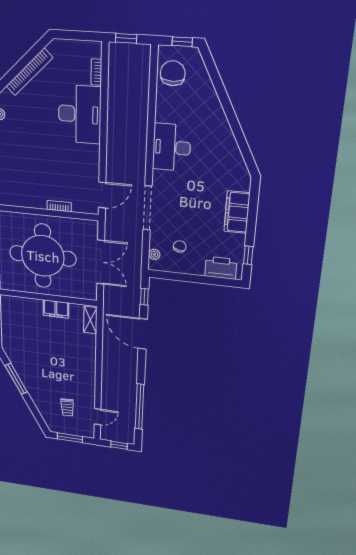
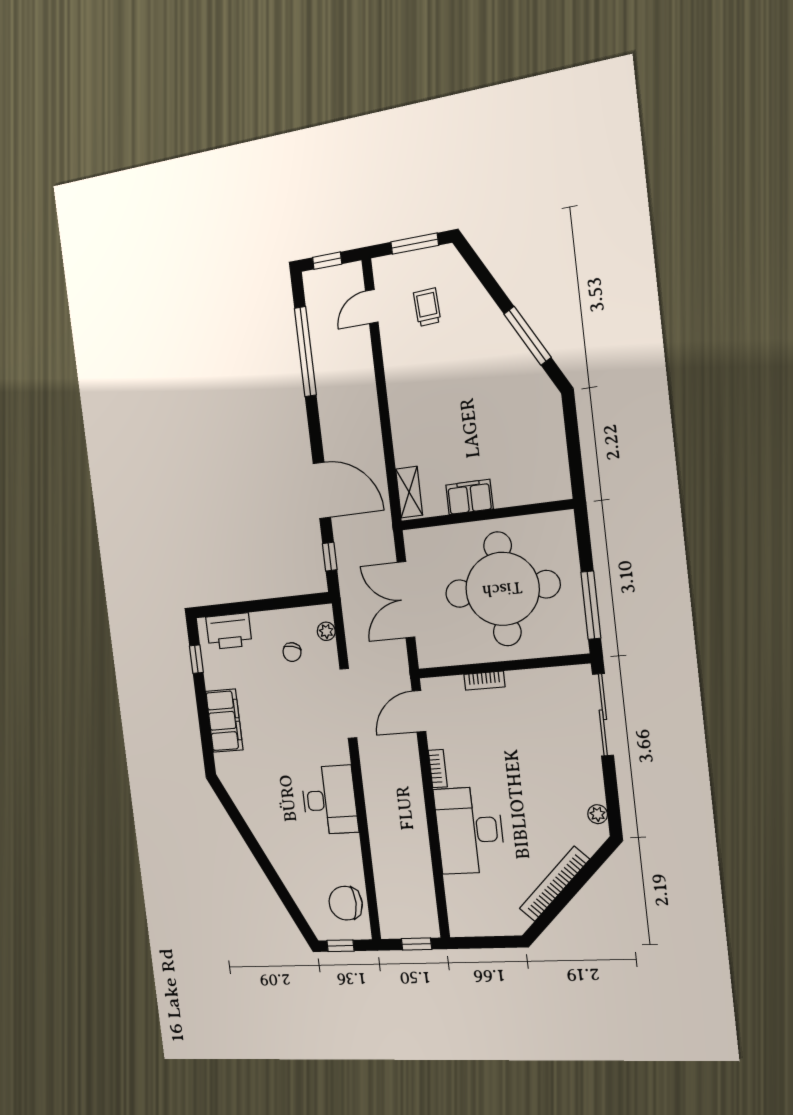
bookcase: (96, 72) -> (438, 769), moved
chair: (173, 73) -> (346, 903), turned 90

